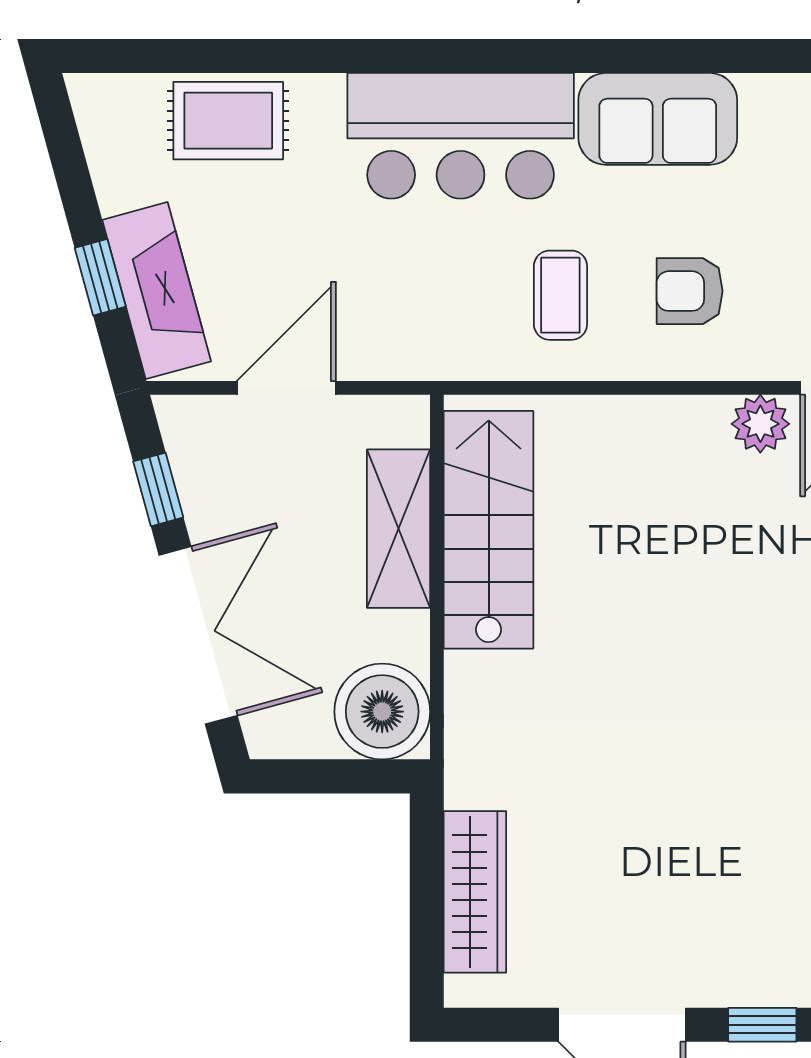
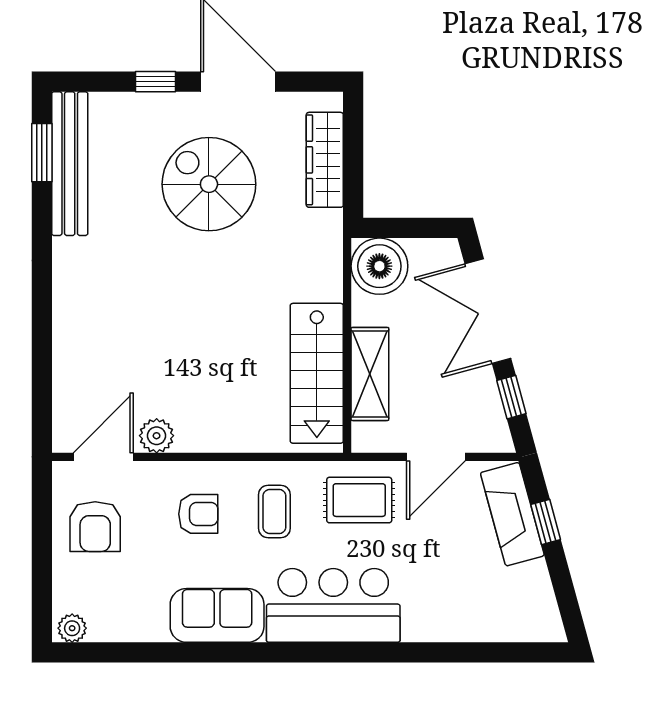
rug: (228, 121) -> (359, 500), moved
spiral stairs: (671, 851) -> (209, 184), added

